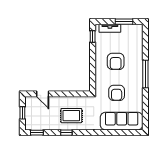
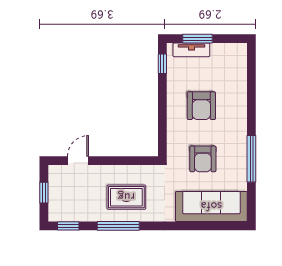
window: (124, 22) -> (197, 39), moved
window: (145, 74) -> (251, 159), moved
door: (43, 94) -> (78, 161), swing flipped
window: (66, 133) -> (118, 226), width x2.17

